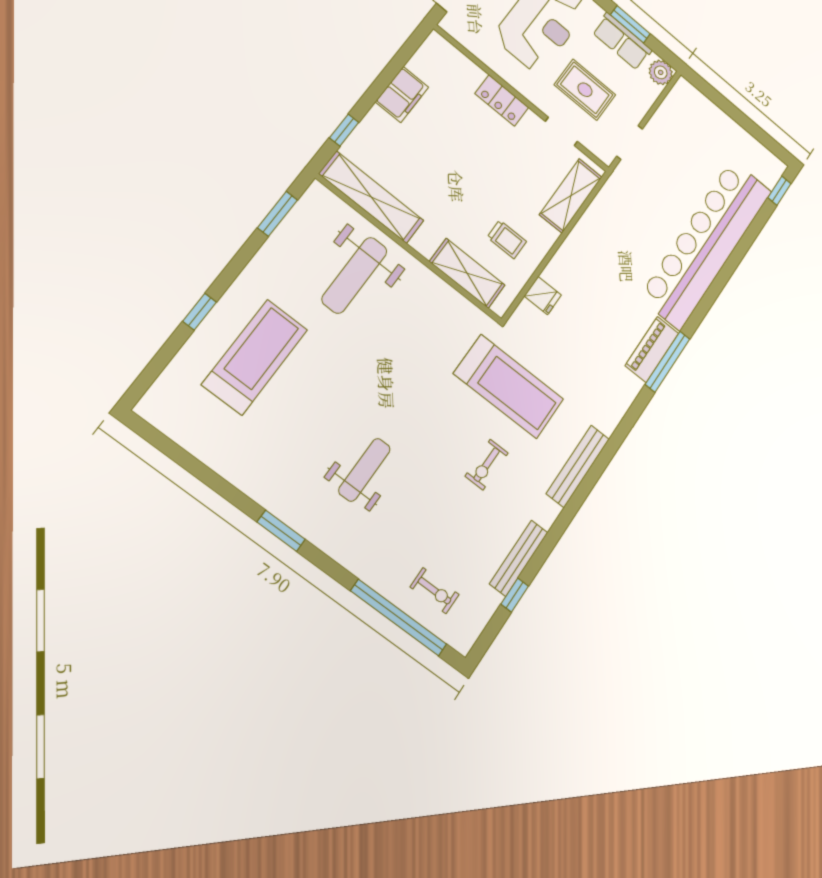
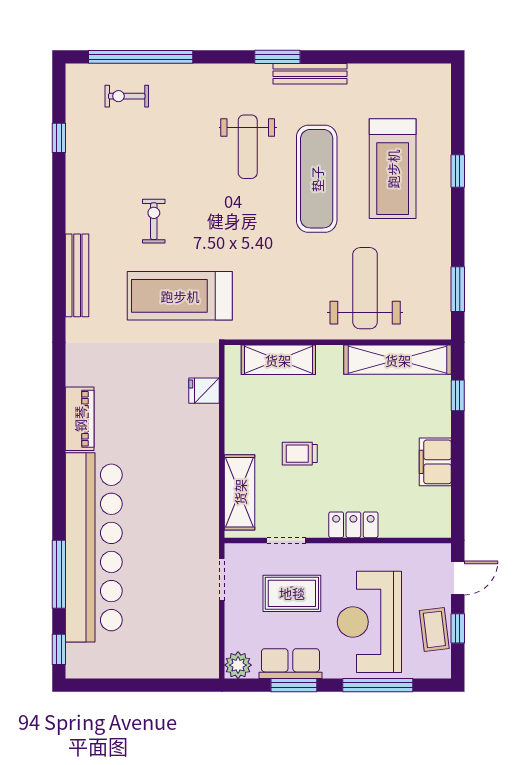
trolley: (507, 239) -> (300, 454), moved
window: (668, 362) -> (59, 574), moved
exercise mat: (326, 398) -> (317, 179), added
bench: (519, 558) -> (310, 74), moved, turned 90

